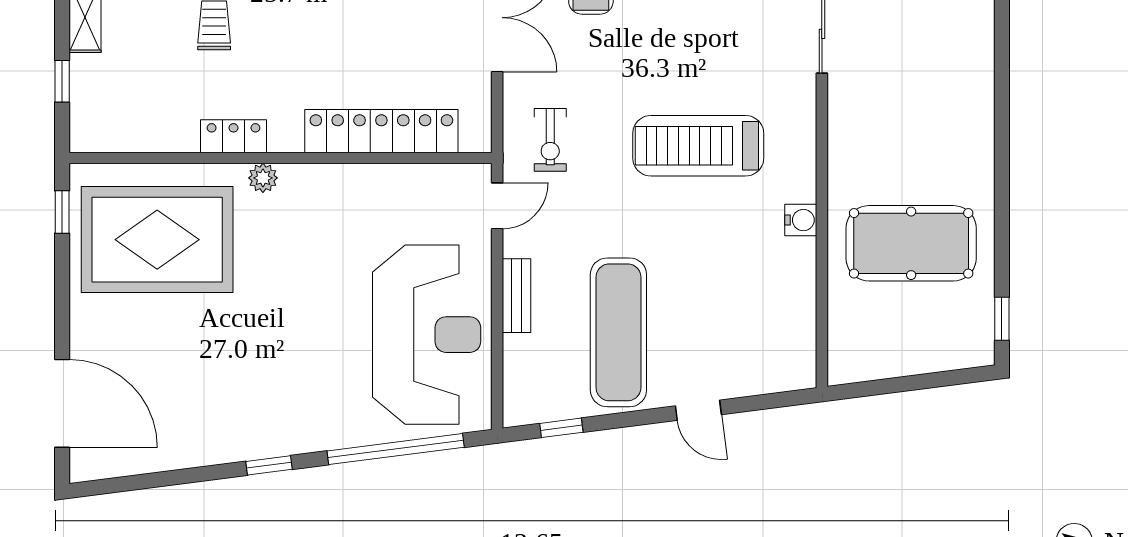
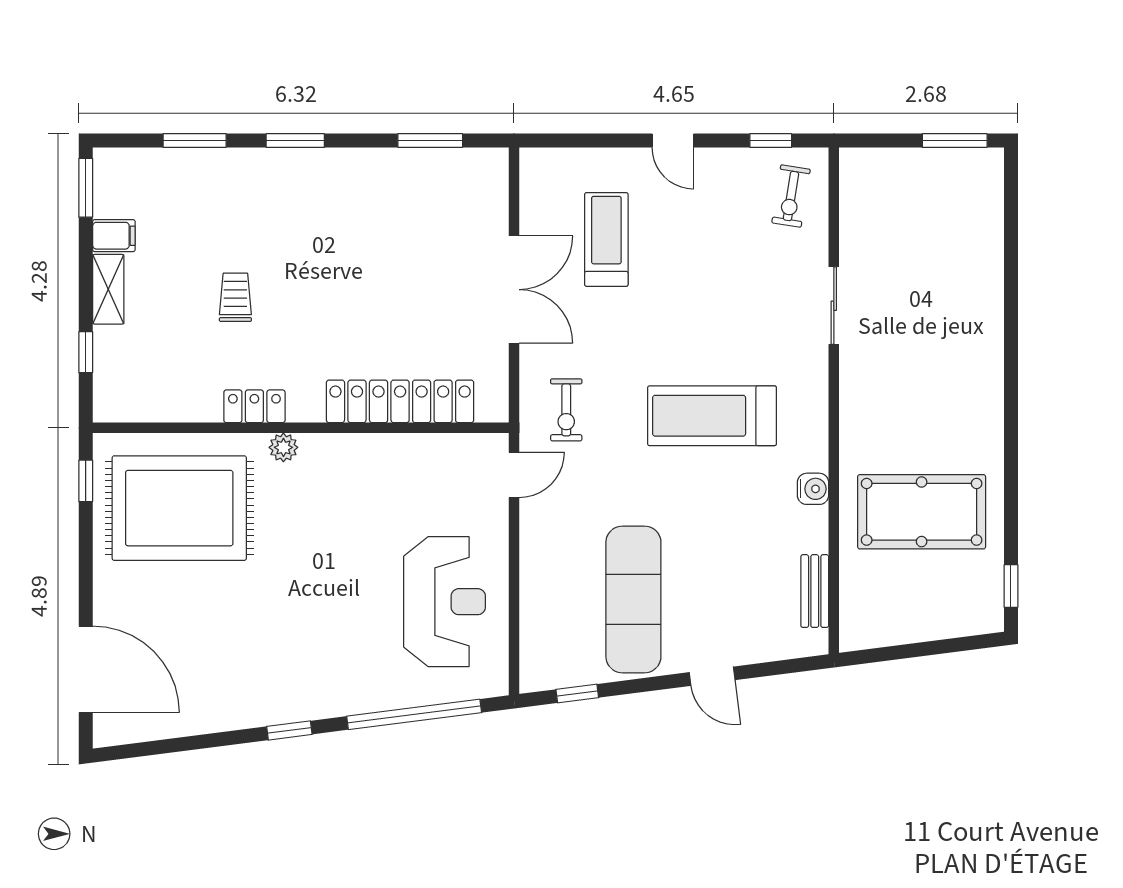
bench: (516, 296) -> (815, 591), moved
reception desk: (427, 335) -> (445, 602), width x0.74, depth x0.77

